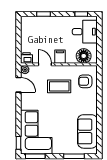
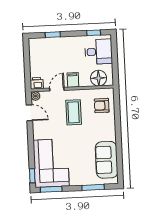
door: (45, 64) -> (57, 89), hinge flipped
coffee table: (59, 86) -> (74, 112), turned 90

